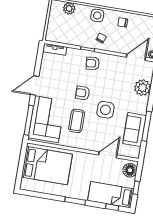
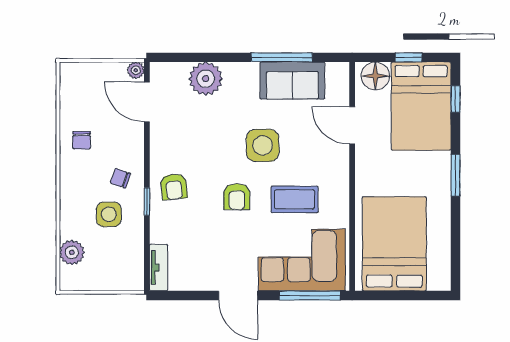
side table: (97, 15) -> (109, 214), moved
bed: (111, 195) -> (421, 106), width x1.50

